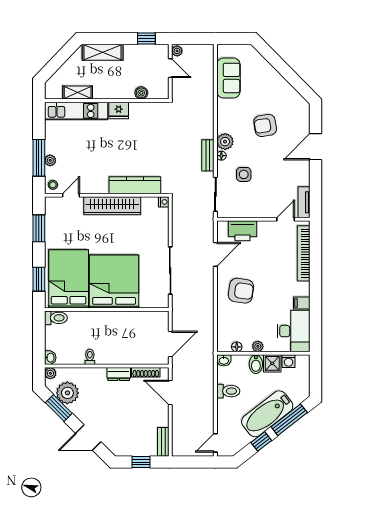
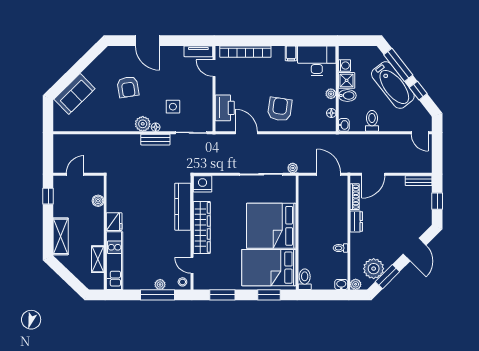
plant: (177, 51) -> (293, 168), moved
sofa: (228, 78) -> (74, 94), moved, turned 135
nightstand: (164, 202) -> (203, 184), width x1.89, depth x1.79

